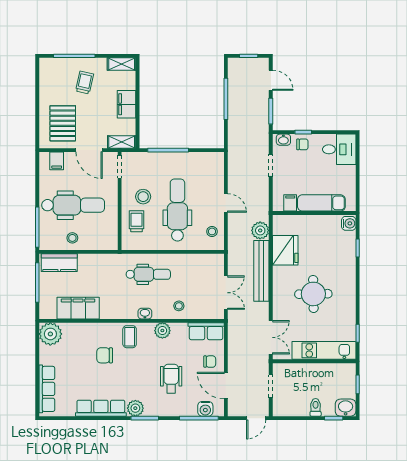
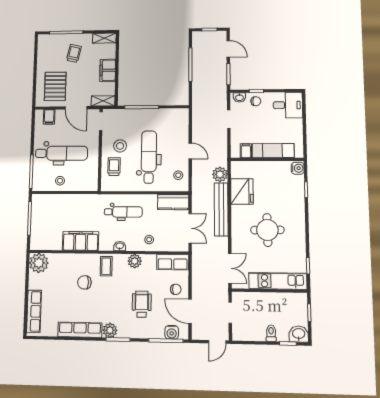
kitchen counter: (59, 263) -> (173, 202), moved
filing cabinet: (78, 308) -> (81, 241), moved

